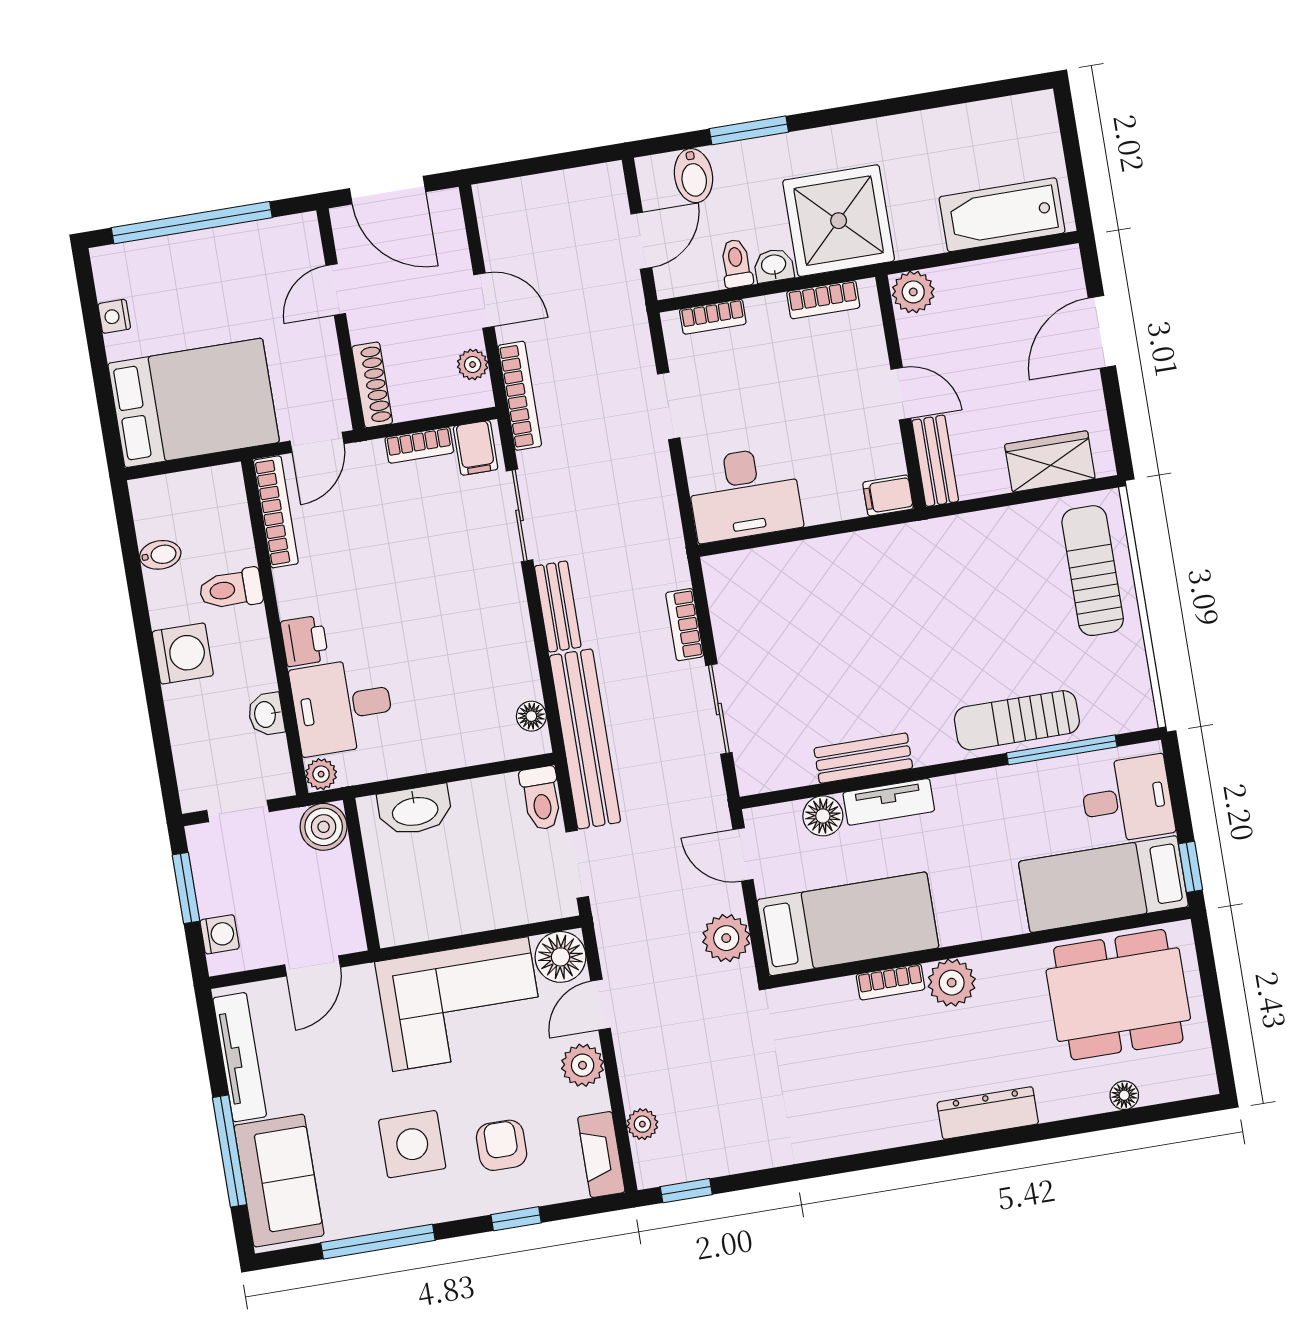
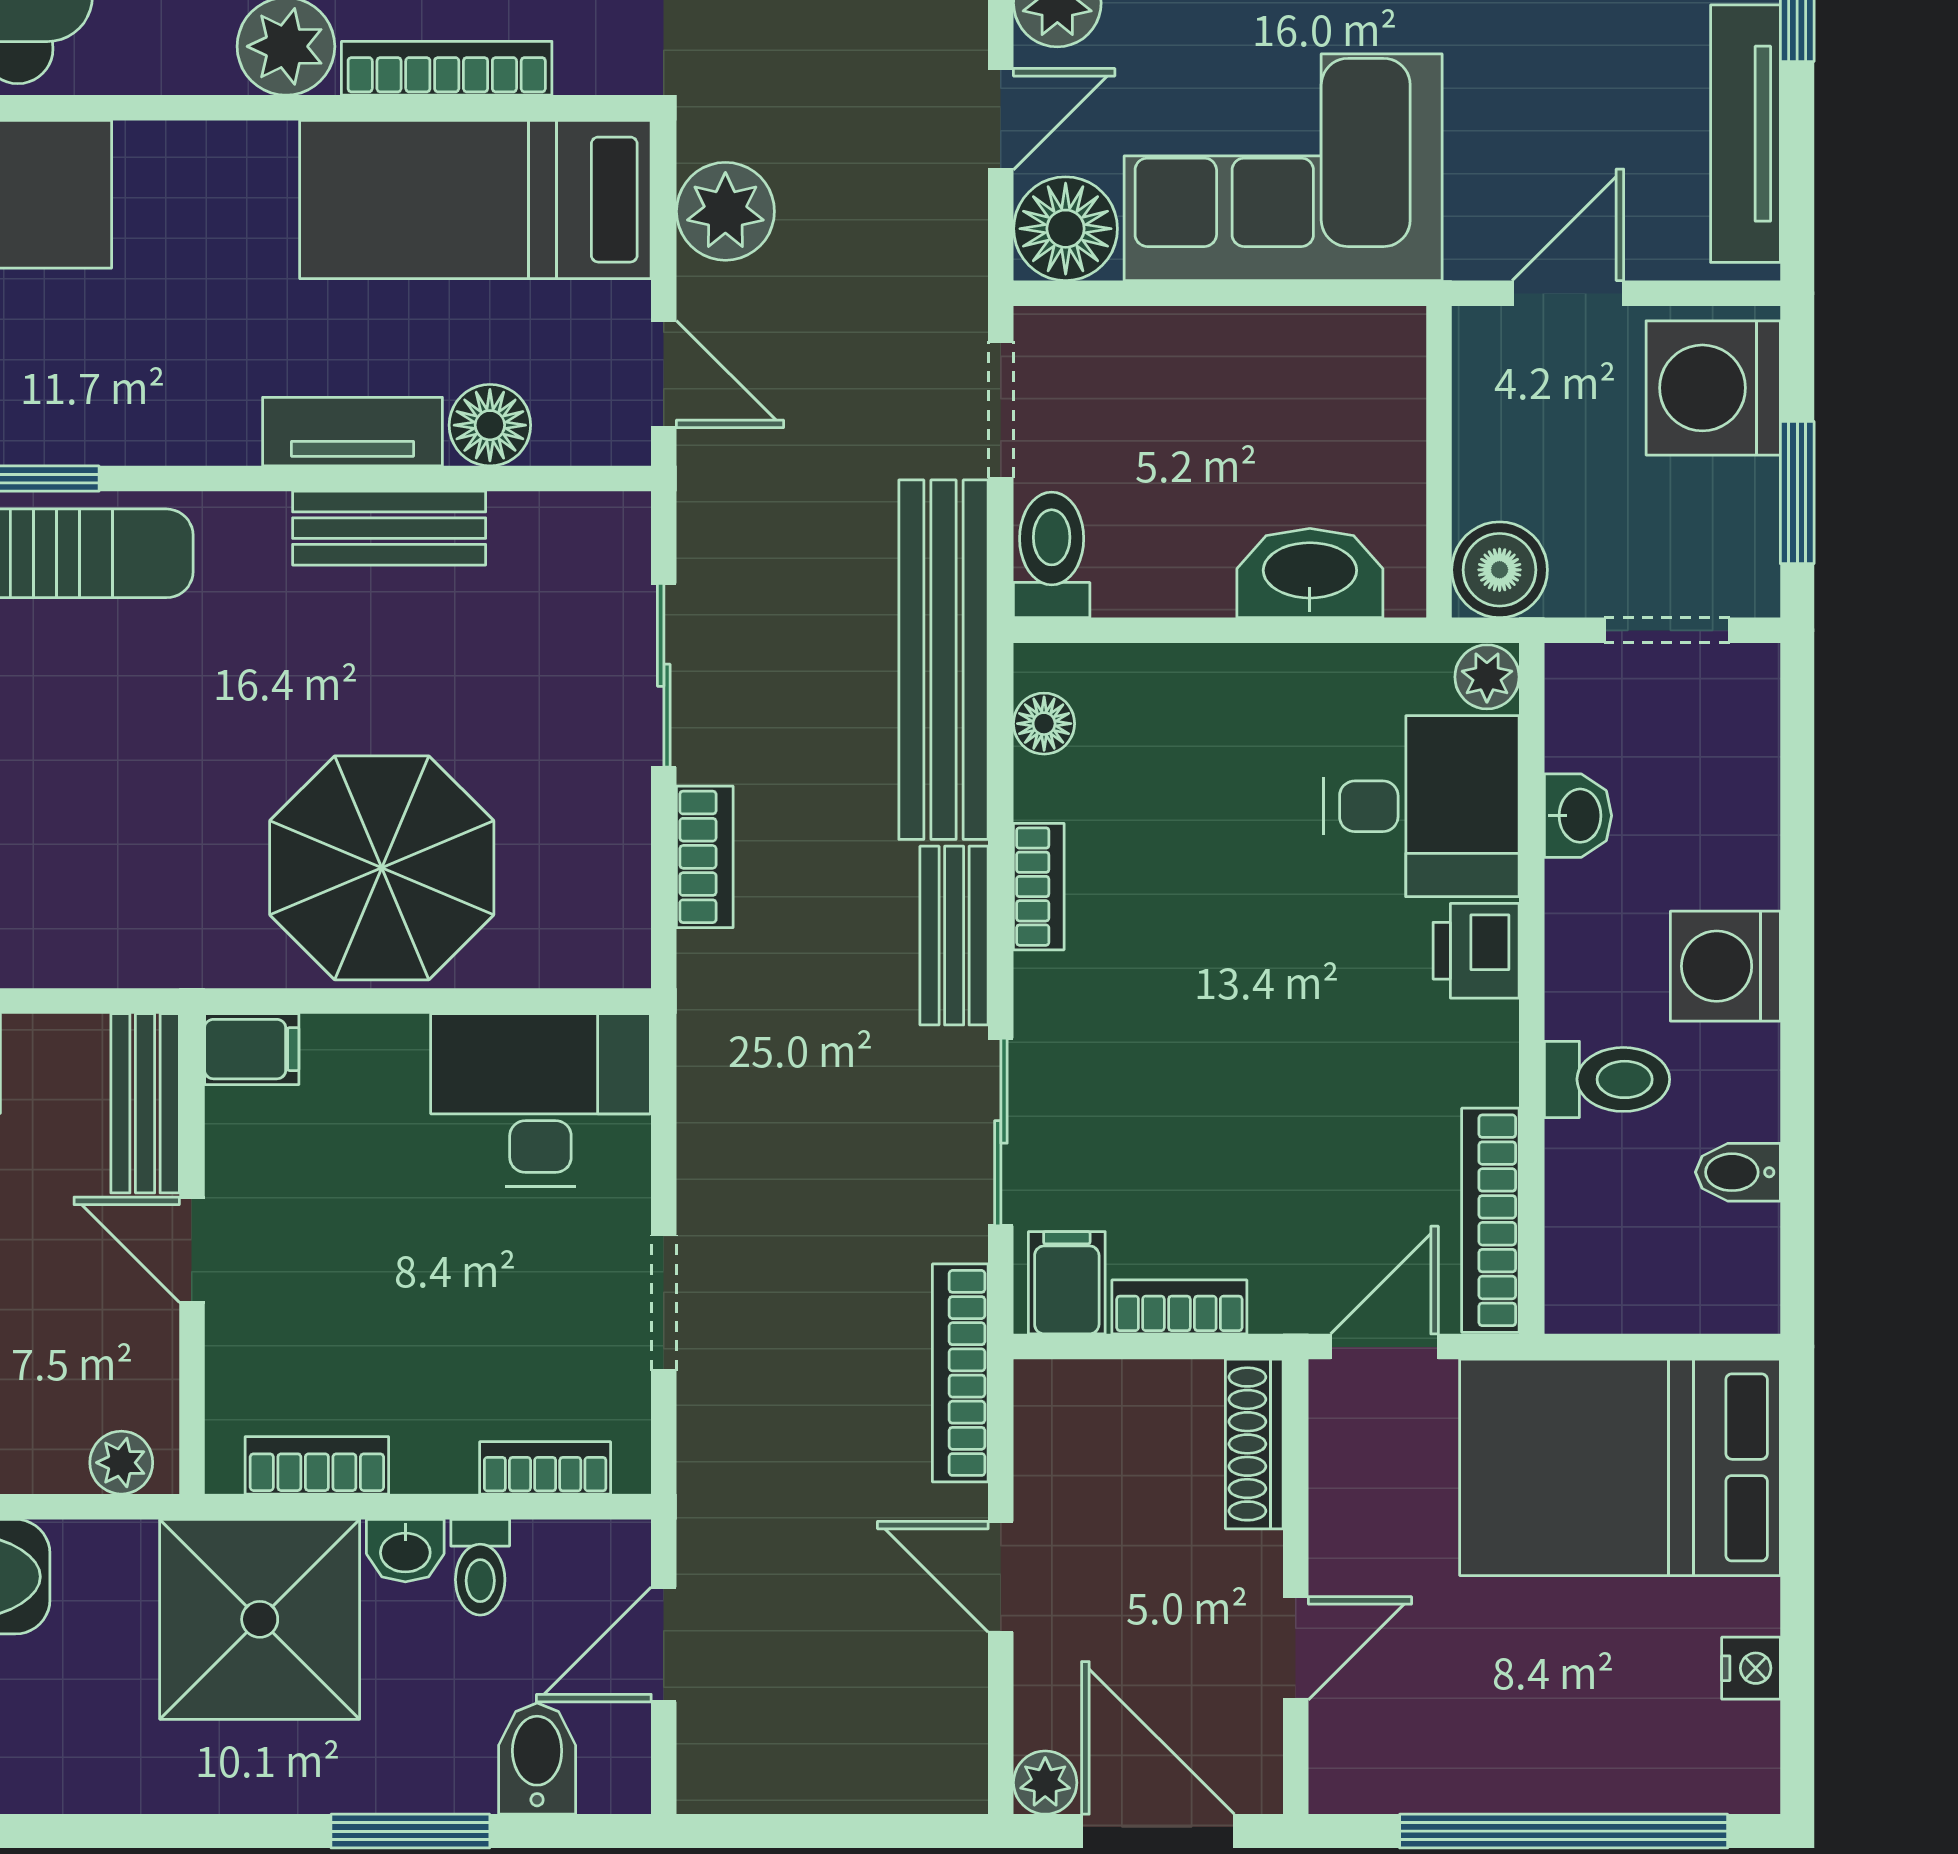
plant: (913, 292) -> (121, 1463), width x0.73, depth x0.73
plant: (473, 364) -> (1045, 1783), moved
parasol: (840, 593) -> (382, 868), added
bookcase: (521, 637) -> (1039, 887), added
washing machine: (220, 934) -> (1713, 388), width x1.89, depth x1.89
bookcase: (891, 982) -> (447, 68), width x1.56

